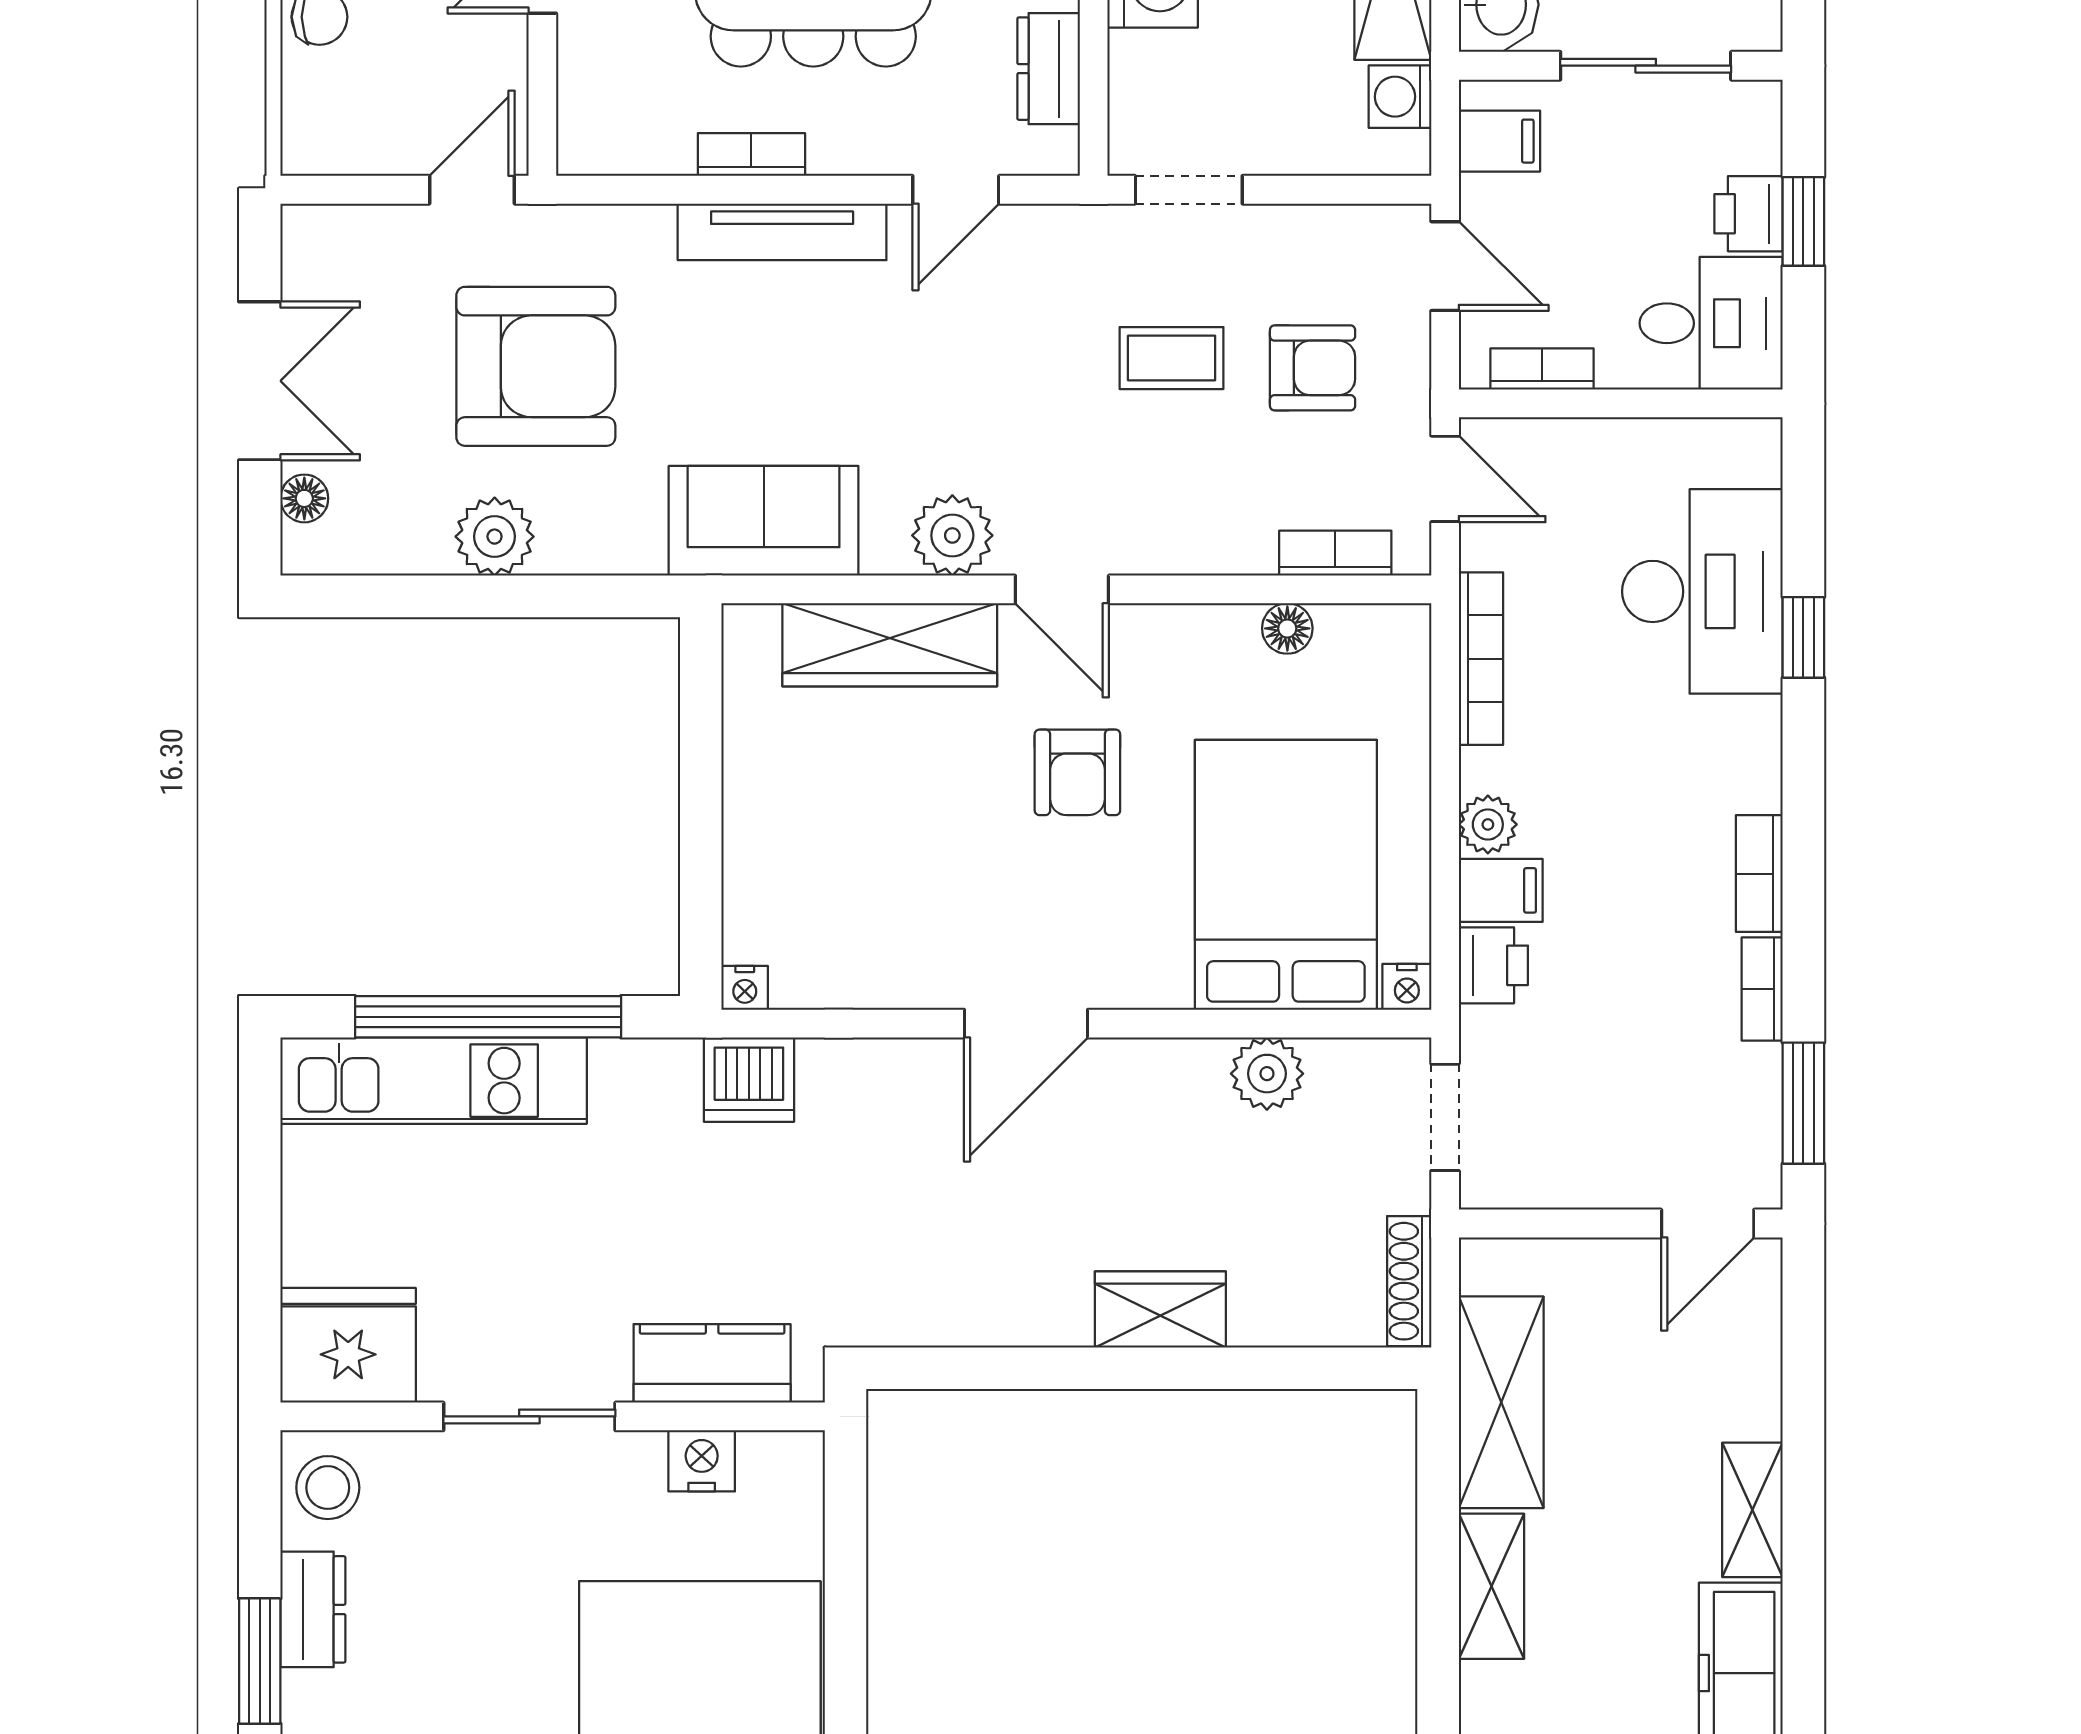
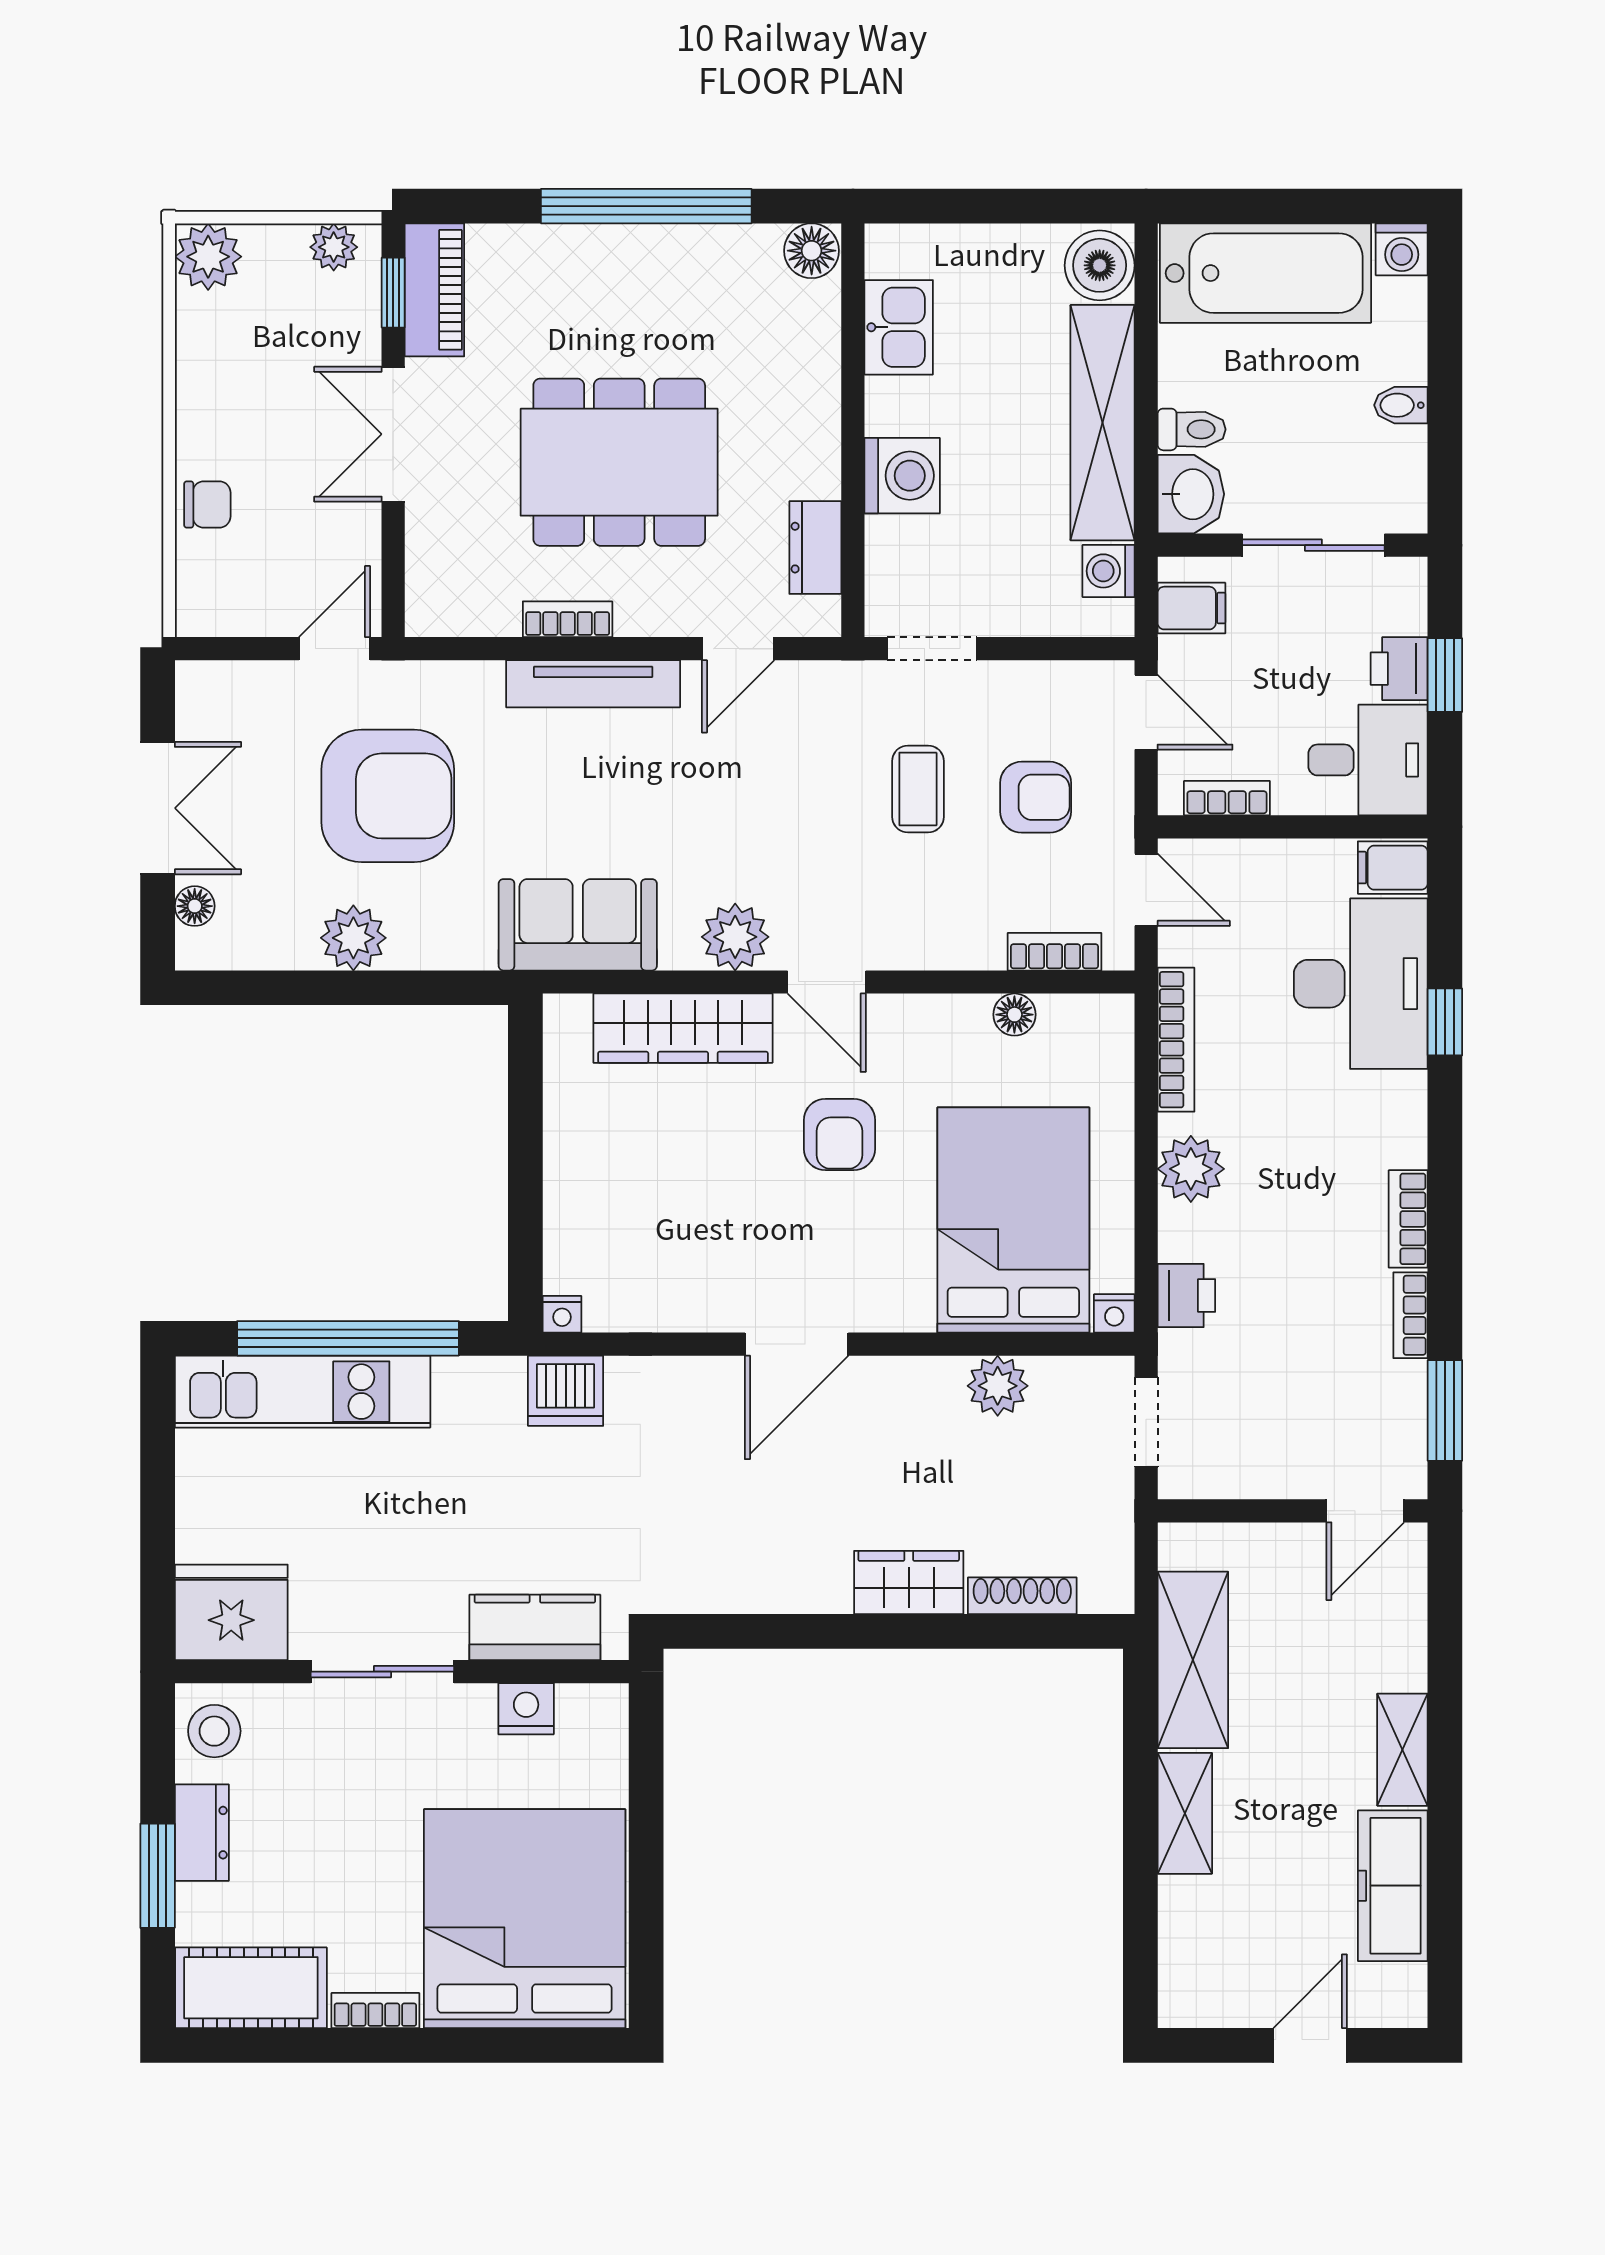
coffee table: (1172, 358) -> (918, 789), turned 90
plant: (1488, 824) -> (1191, 1169), width x1.38, depth x1.38
filing cabinet: (1501, 890) -> (1393, 868), moved, turned 180
shoe rack: (1409, 1281) -> (1022, 1596), moved, turned 90

